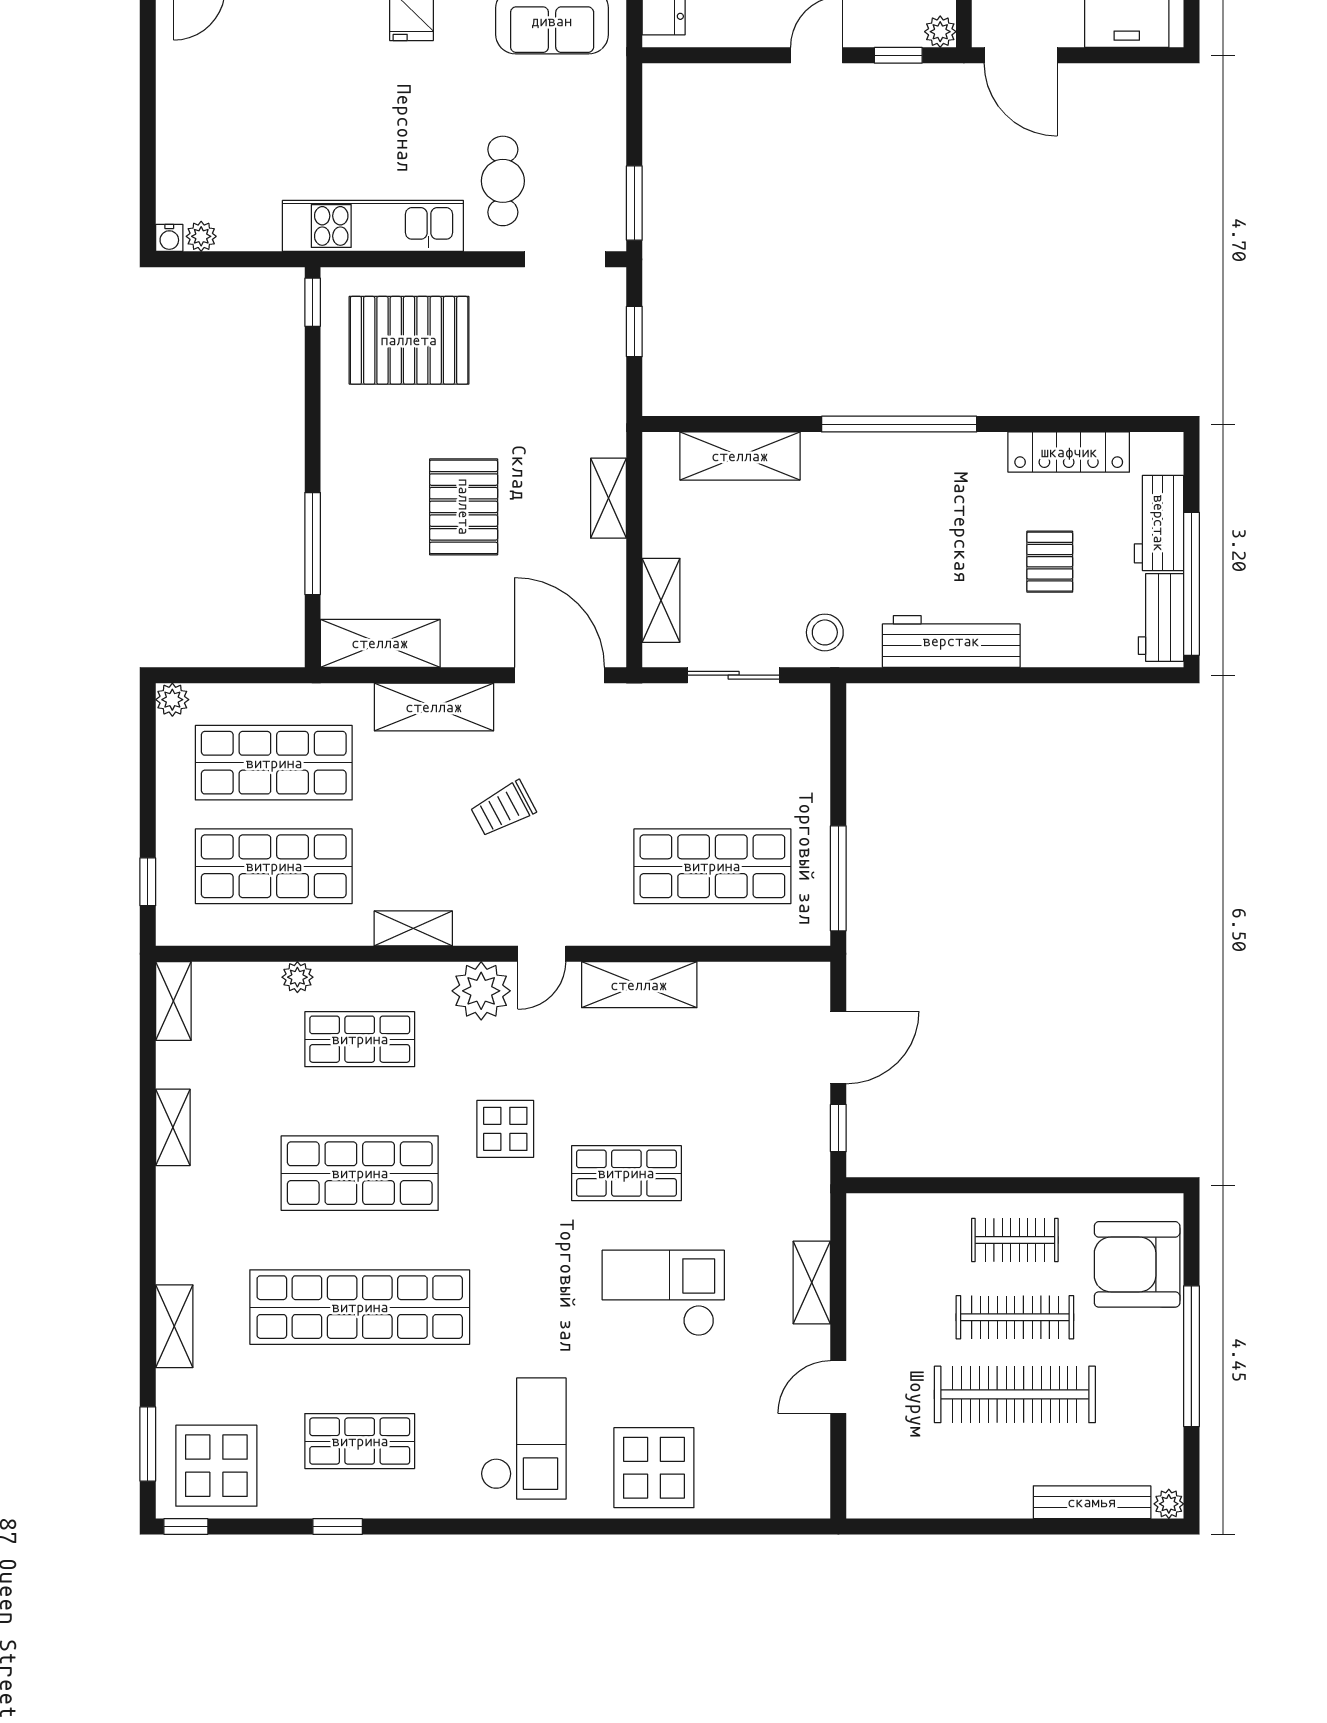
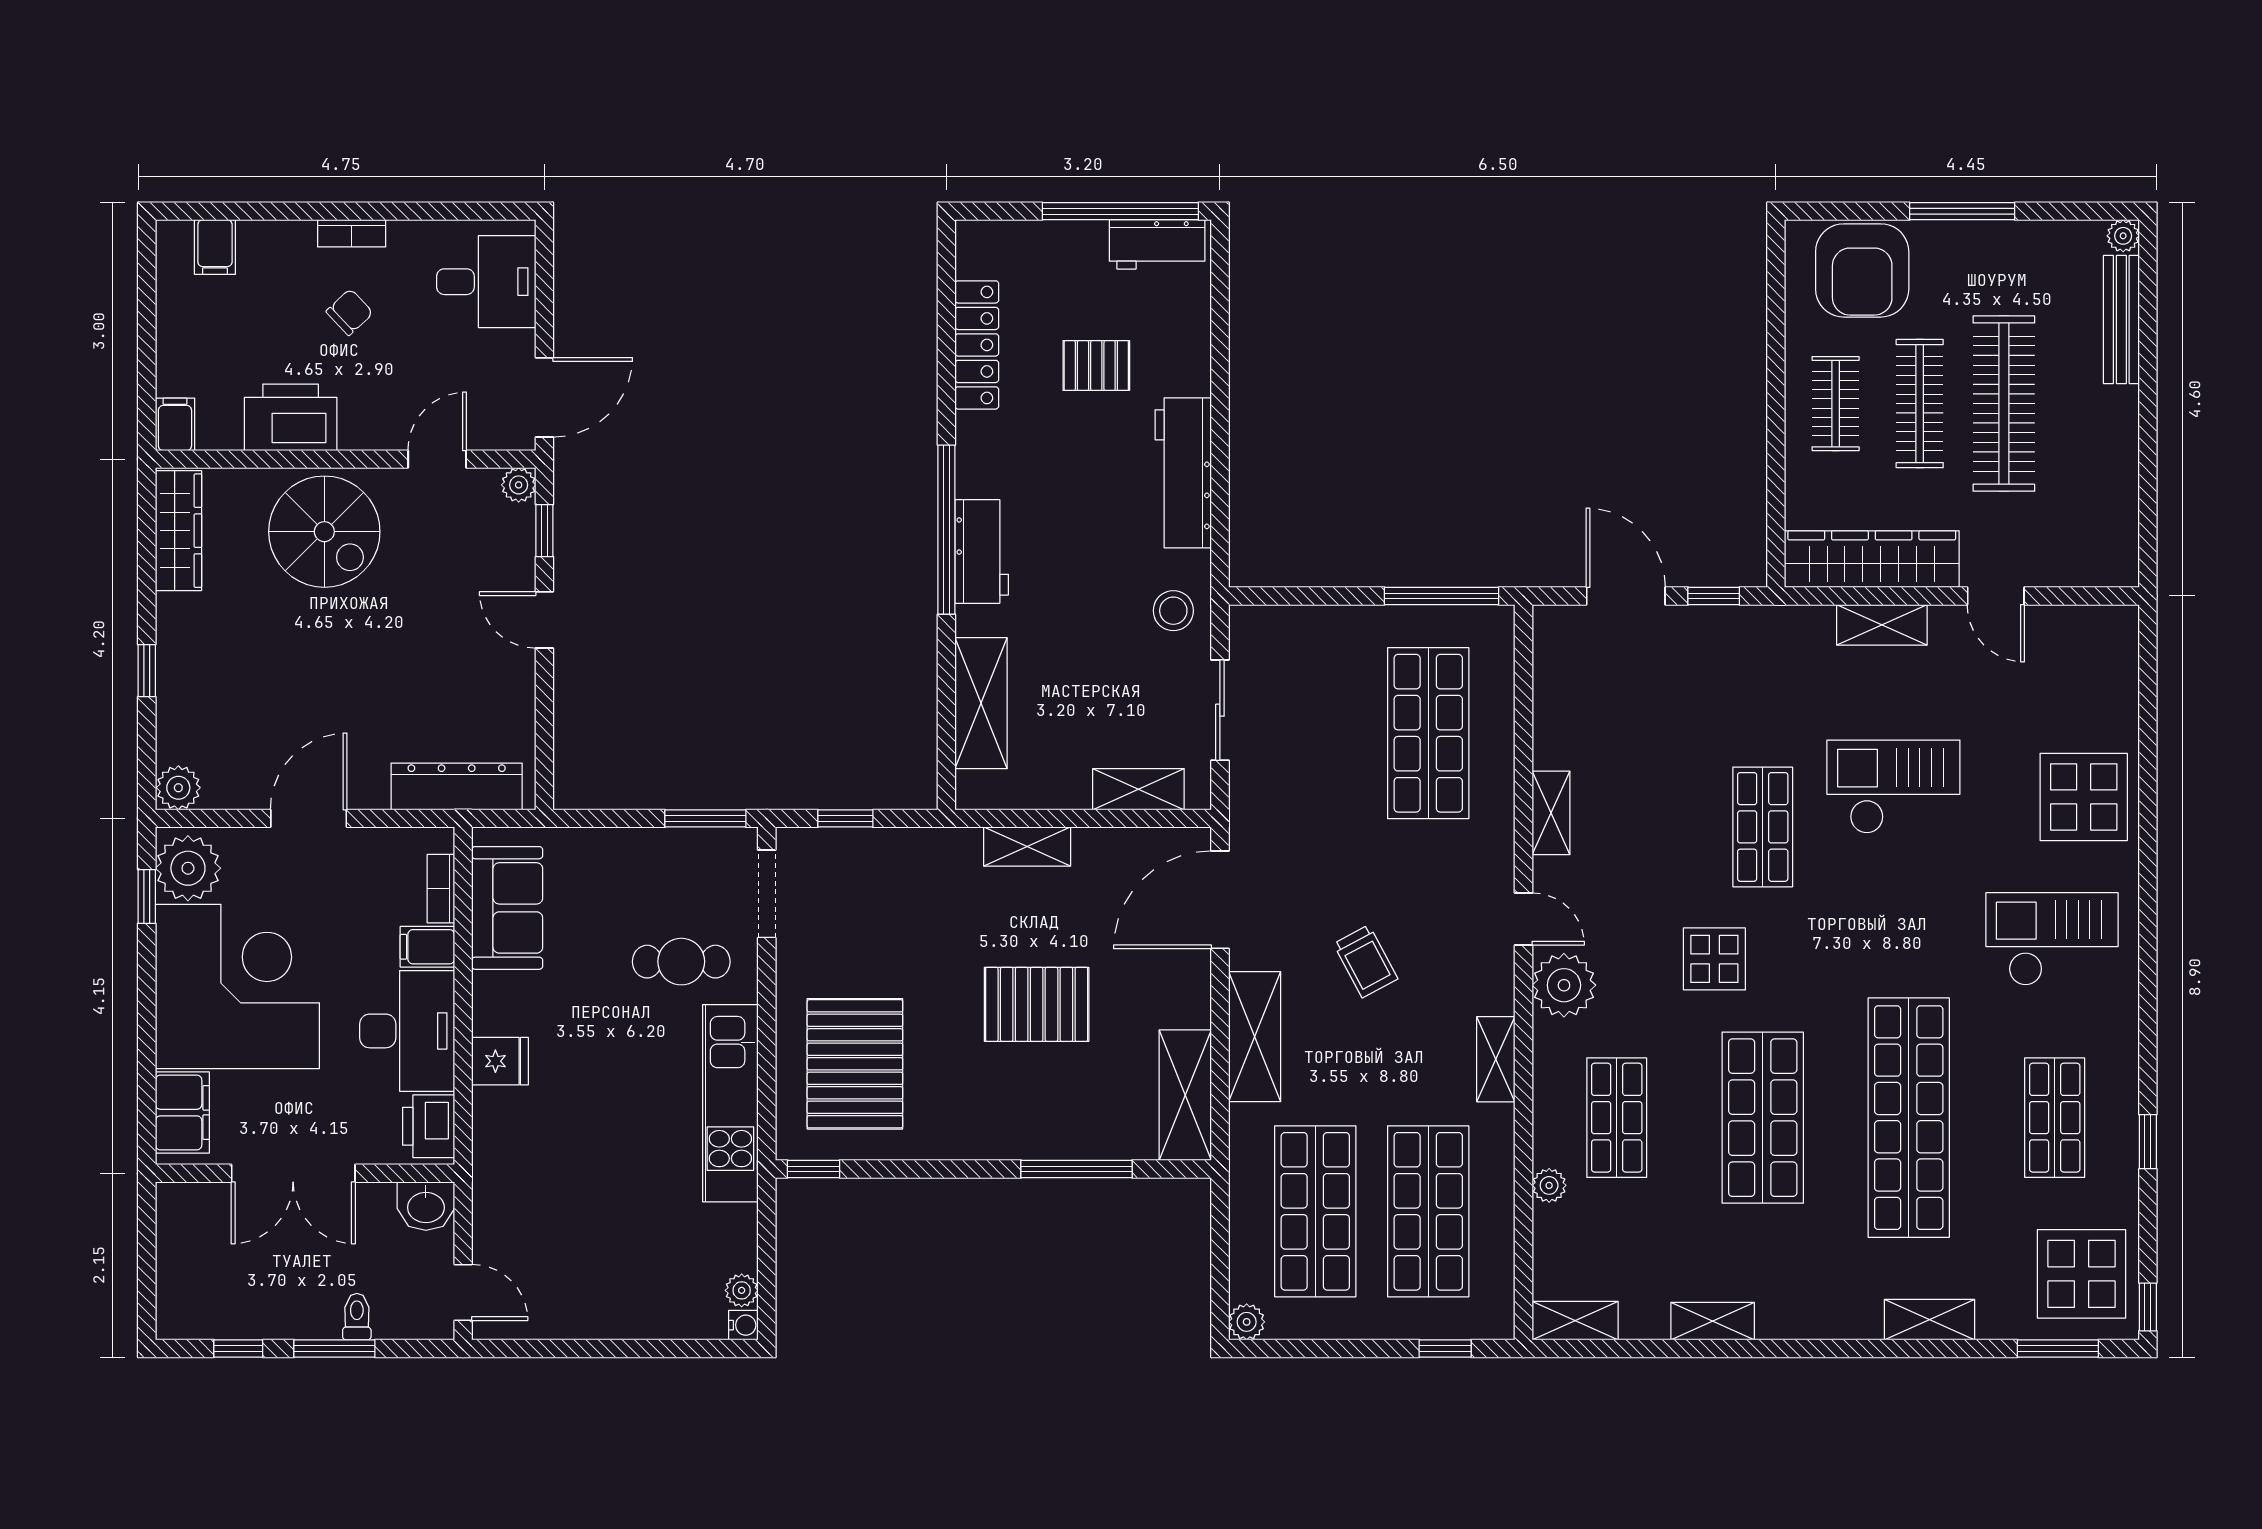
workbench: (1159, 523) -> (982, 552), moved, turned -90
shelving: (639, 985) -> (1551, 813), width x0.67, depth x0.75
wardrobe: (872, 1273) -> (1872, 559), added
checkout: (663, 1293) -> (1893, 787), turned 90
window: (1191, 1356) -> (1962, 211), width x0.68

